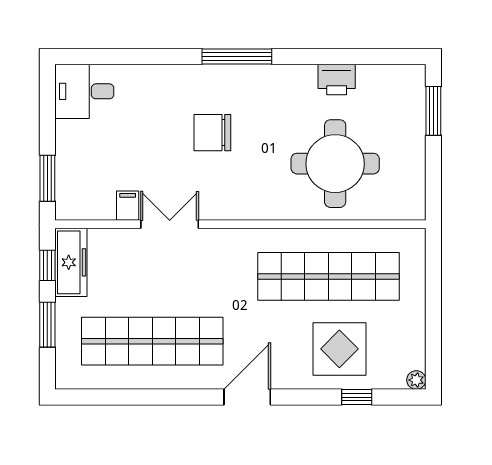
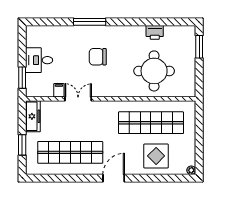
window: (237, 57) -> (90, 22), moved
desk: (84, 91) -> (39, 60), moved
window: (47, 265) -> (22, 118), removed
window: (357, 397) -> (164, 178), removed

